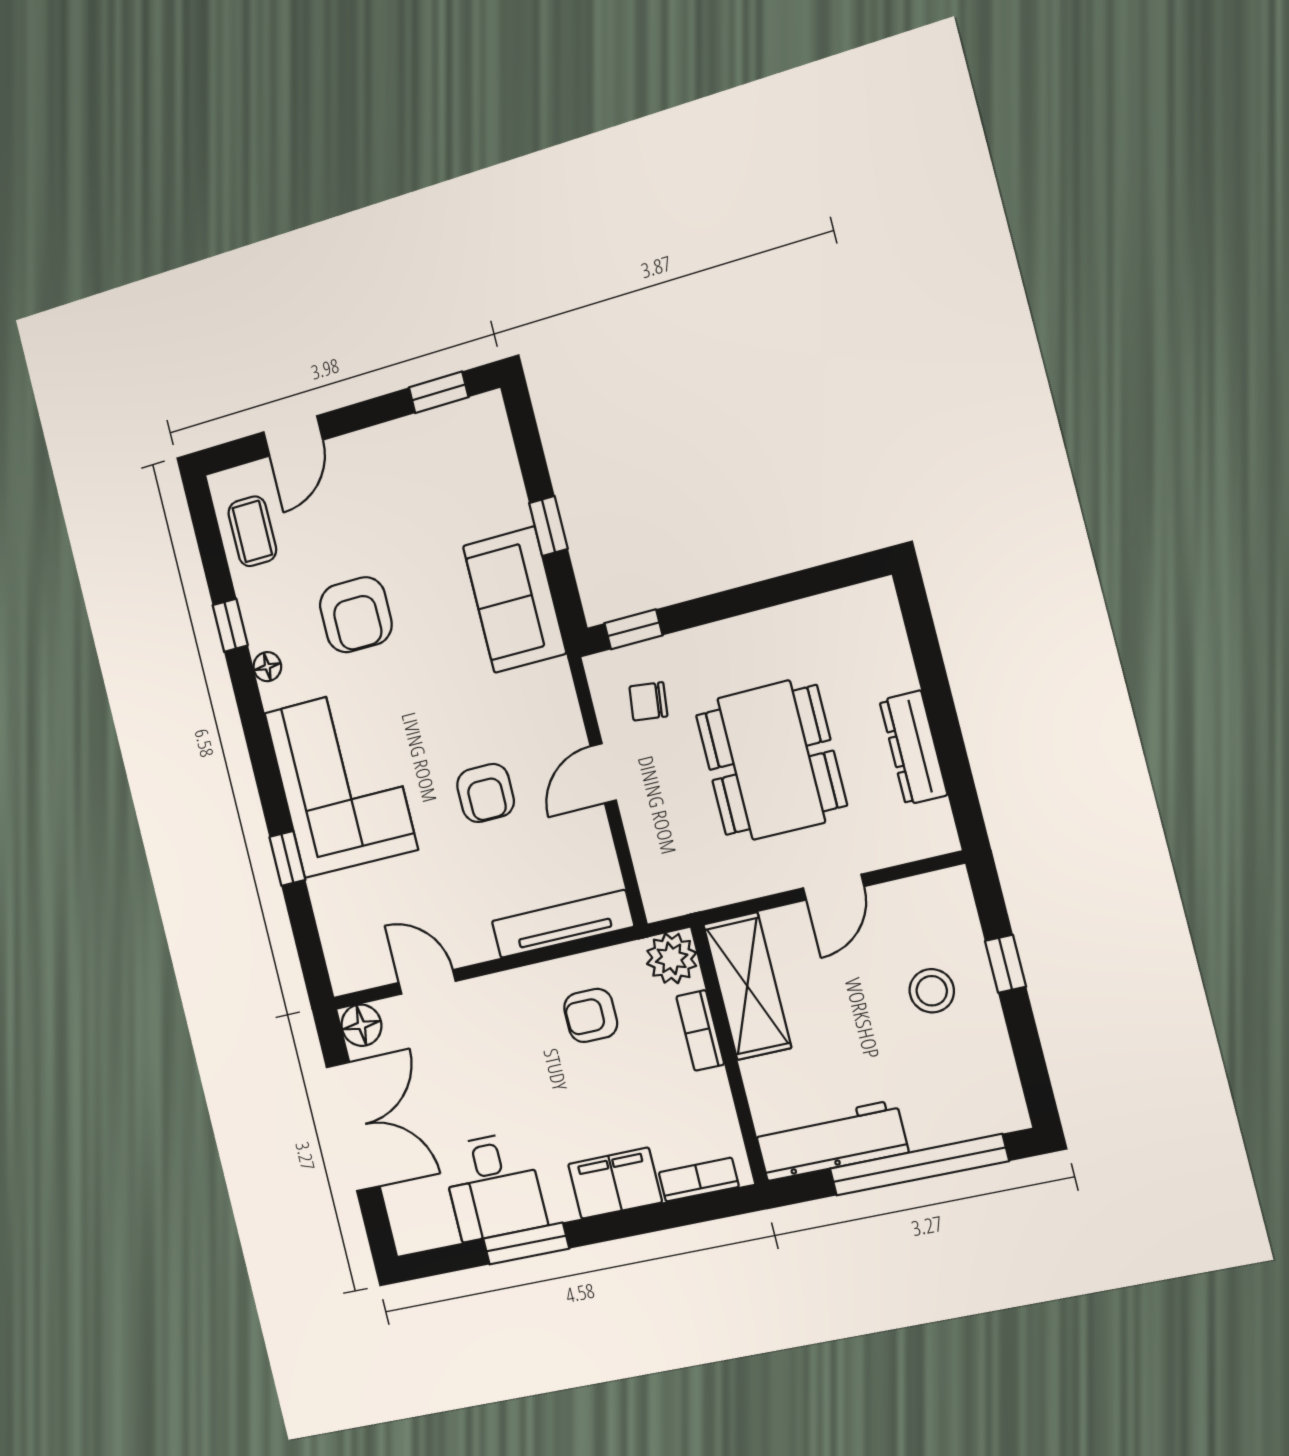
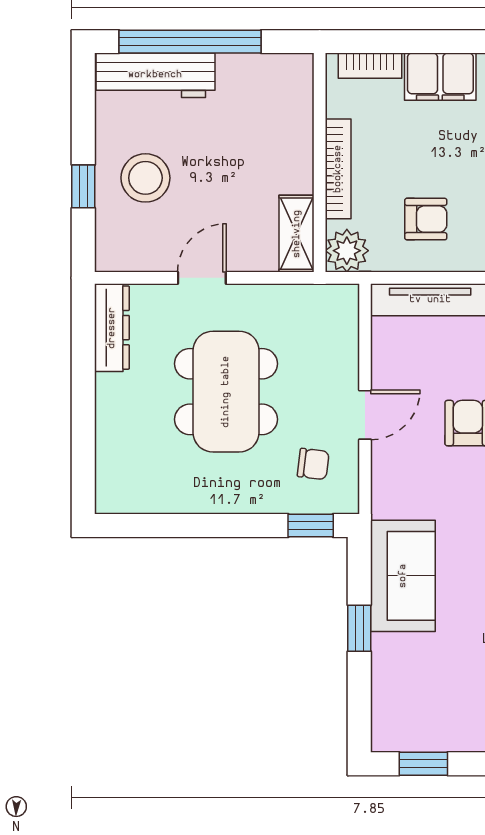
dresser: (913, 748) -> (112, 328), moved
shelving: (747, 986) -> (297, 234), width x0.67, depth x0.75
stool: (932, 991) -> (145, 178), width x1.38, depth x1.38
bookcase: (700, 1030) -> (338, 169), width x1.56
workbench: (831, 1141) -> (155, 75), moved

